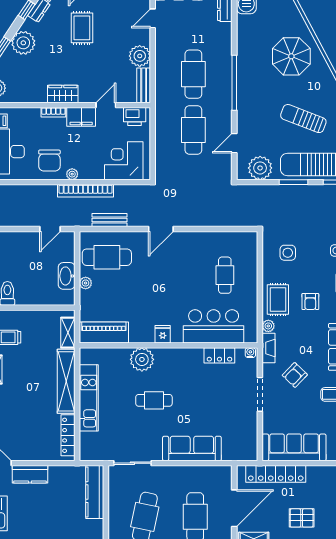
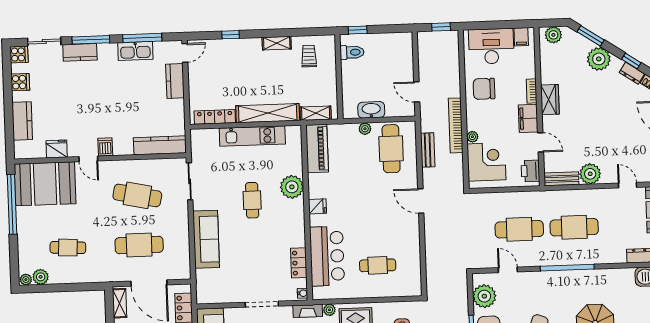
rug: (82, 28) -> (616, 116), removed
plant: (72, 174) -> (472, 137), moved

